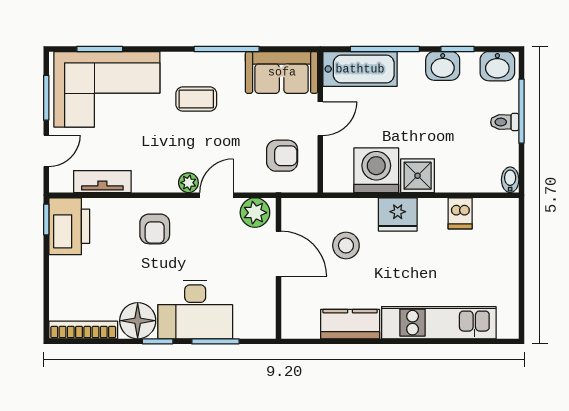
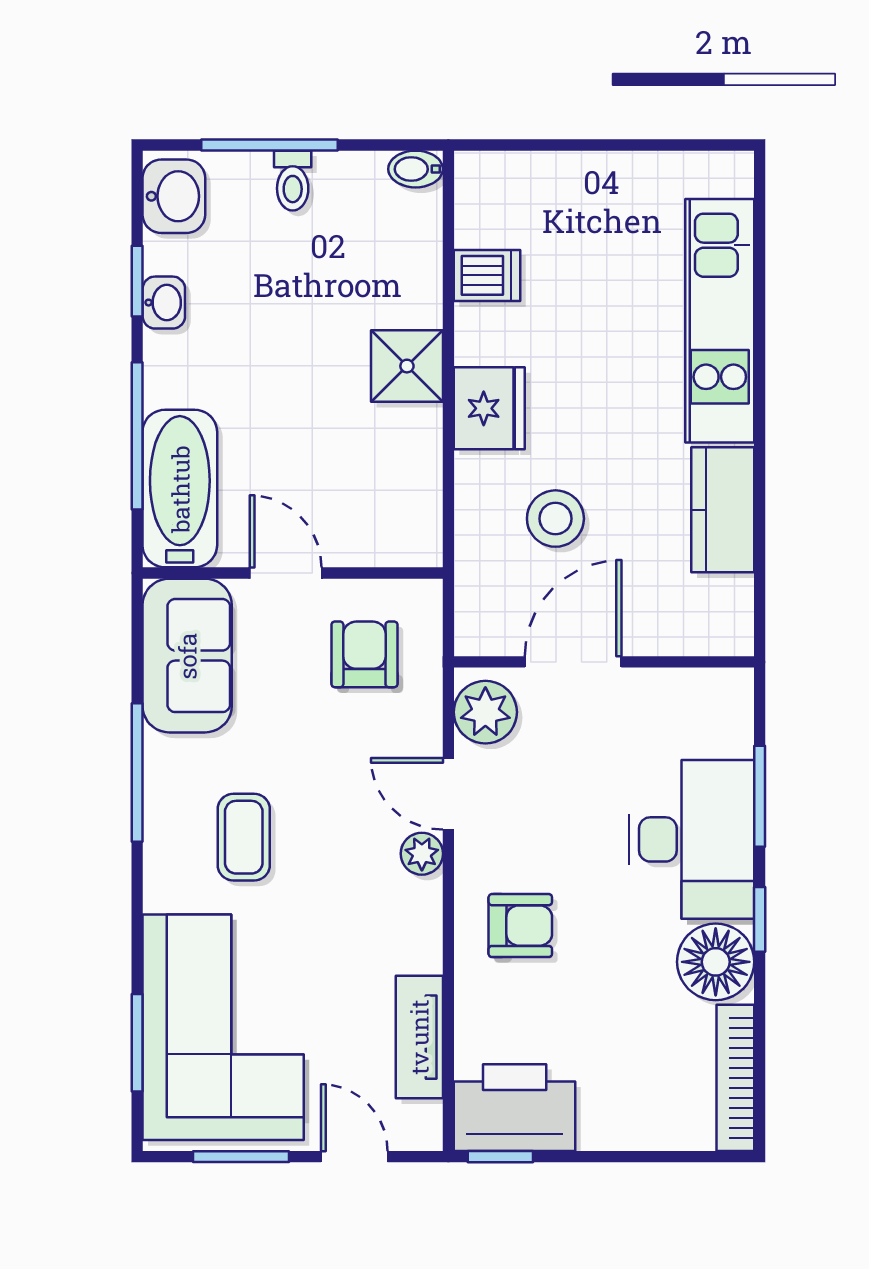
washbasin: (443, 66) -> (164, 303), width x0.72, depth x0.69
washing machine: (376, 170) -> (395, 454), removed

